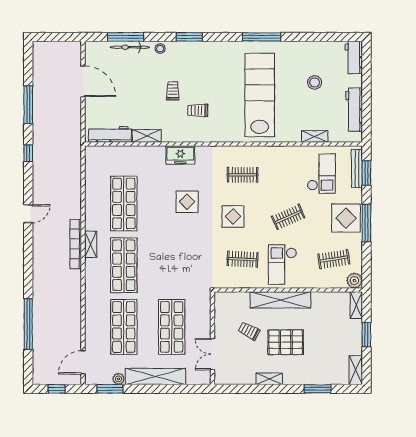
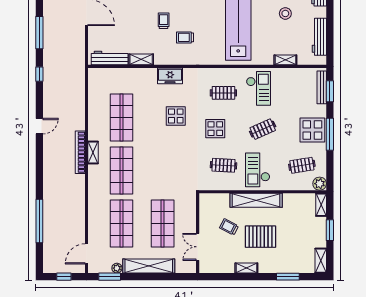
checkout: (321, 174) -> (259, 88), moved

